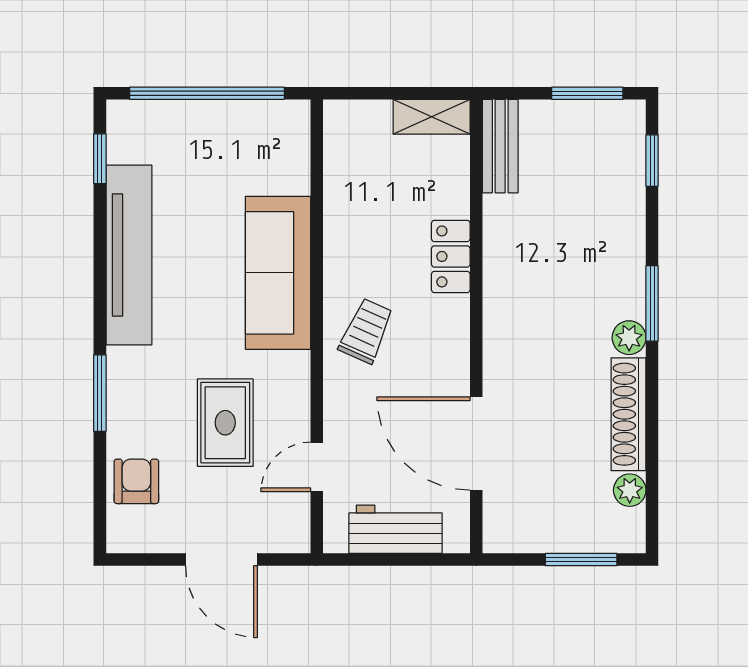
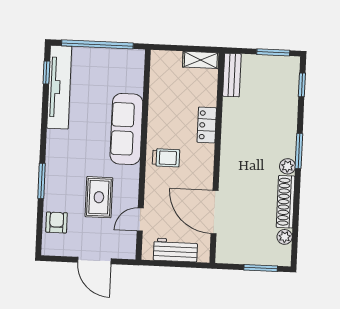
tv unit: (129, 255) -> (59, 87), moved
trolley: (366, 331) -> (166, 158), turned 66

